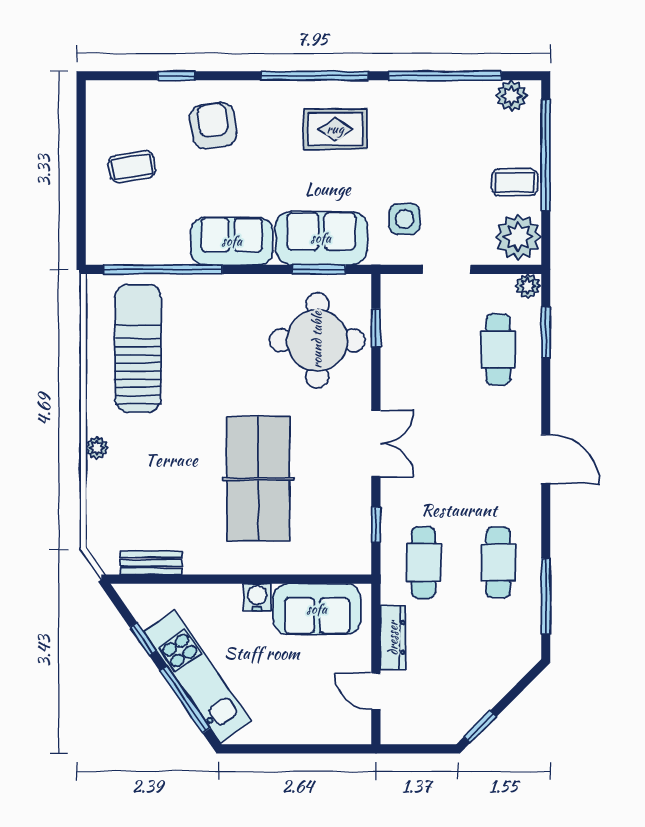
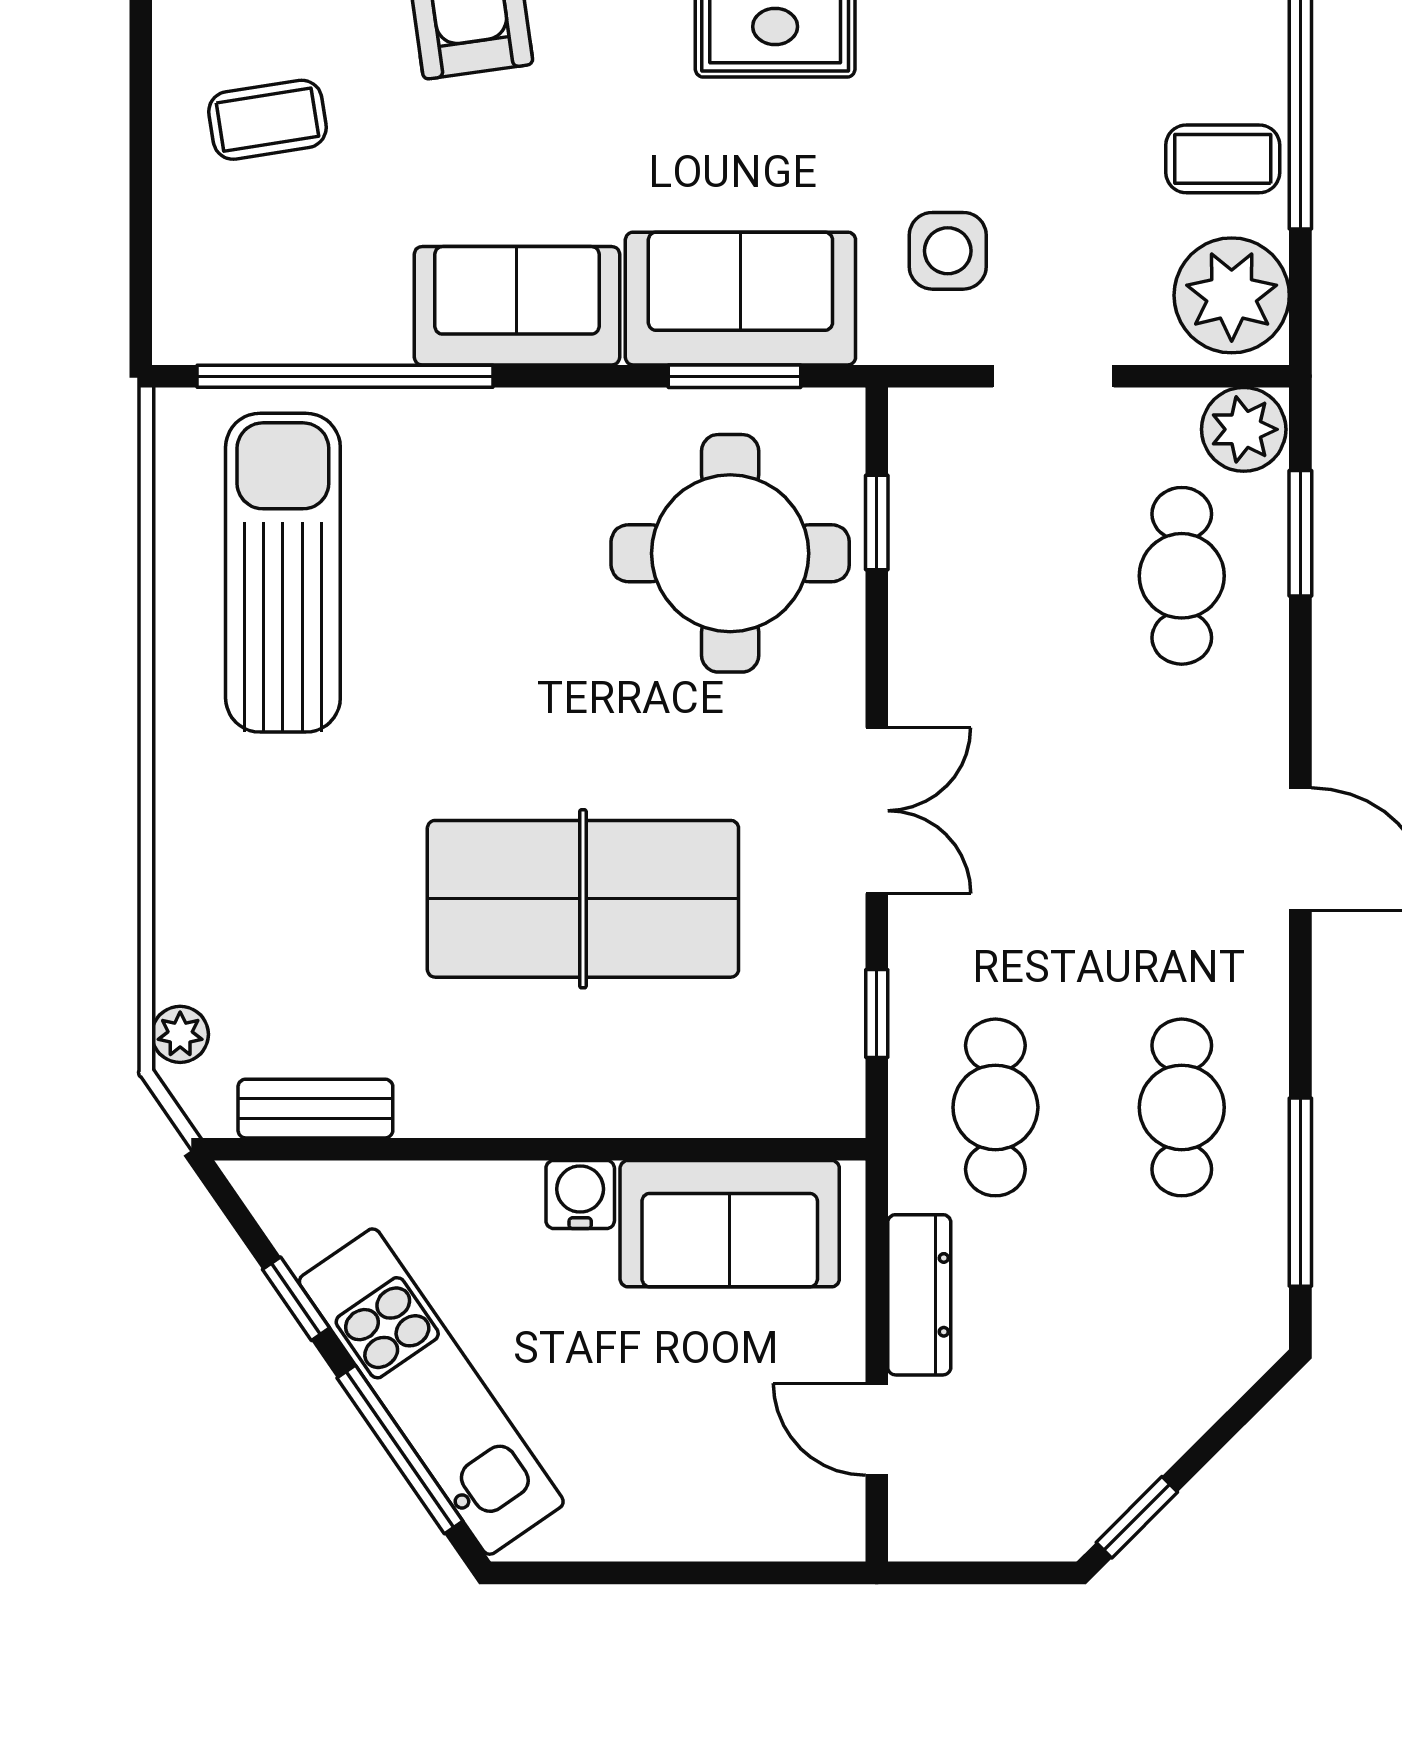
plant: (528, 286) -> (1244, 429), width x1.38, depth x1.38
plant: (97, 448) -> (180, 1034), moved
table tennis table: (258, 479) -> (583, 899), turned 90

